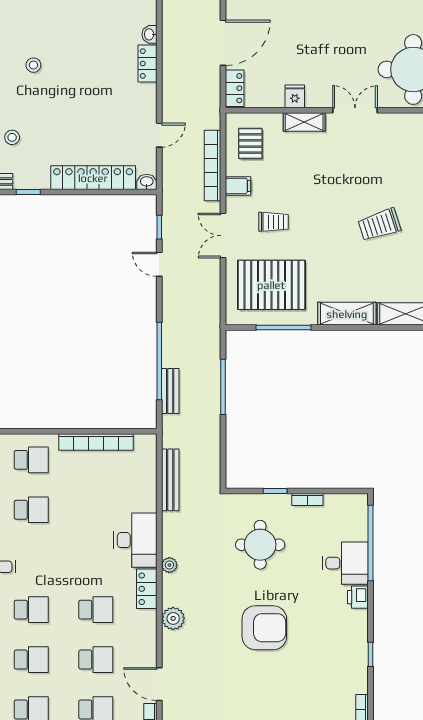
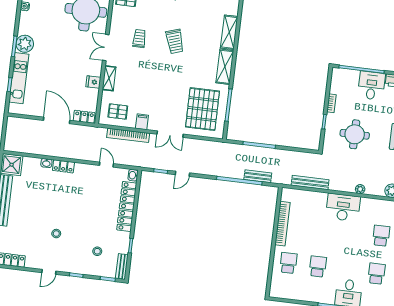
trolley: (274, 222) -> (139, 38), moved
locker: (147, 589) -> (373, 204), removed

